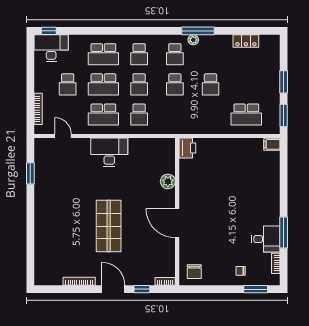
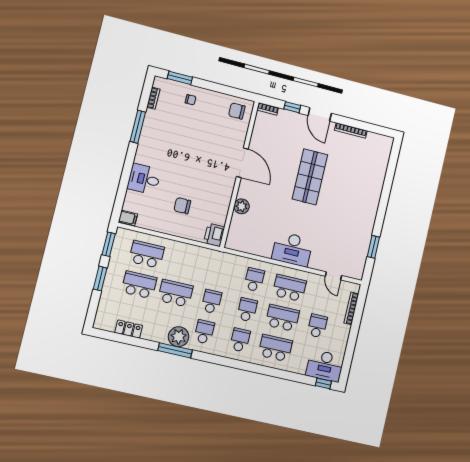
plant: (193, 40) -> (179, 337), width x1.87, depth x1.87
school desk: (211, 84) -> (175, 293), width x1.85
school desk: (246, 84) -> (139, 285), added
chair: (224, 168) -> (182, 206), added
desk: (266, 239) -> (144, 179), moved
chair: (194, 272) -> (237, 111), turned -90

